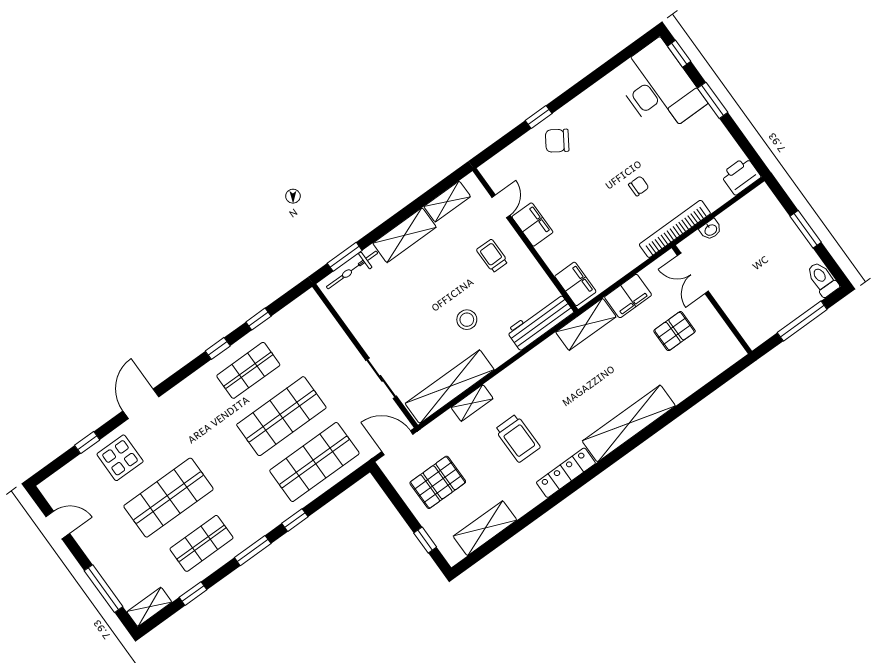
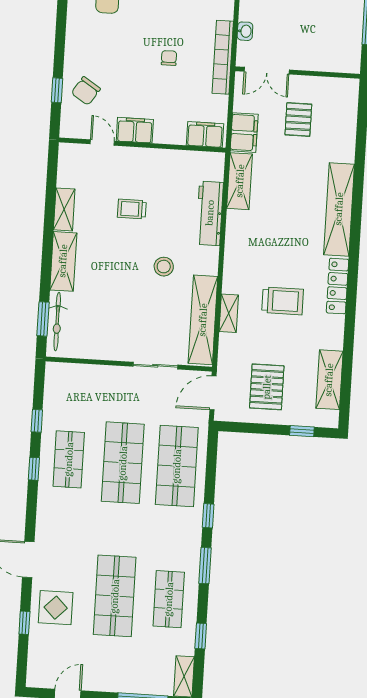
door: (501, 206) -> (102, 143), moved
filing cabinet: (532, 224) -> (135, 130), moved
wall: (525, 240) -> (142, 145), moved
filing cabinet: (575, 284) -> (205, 134), moved

